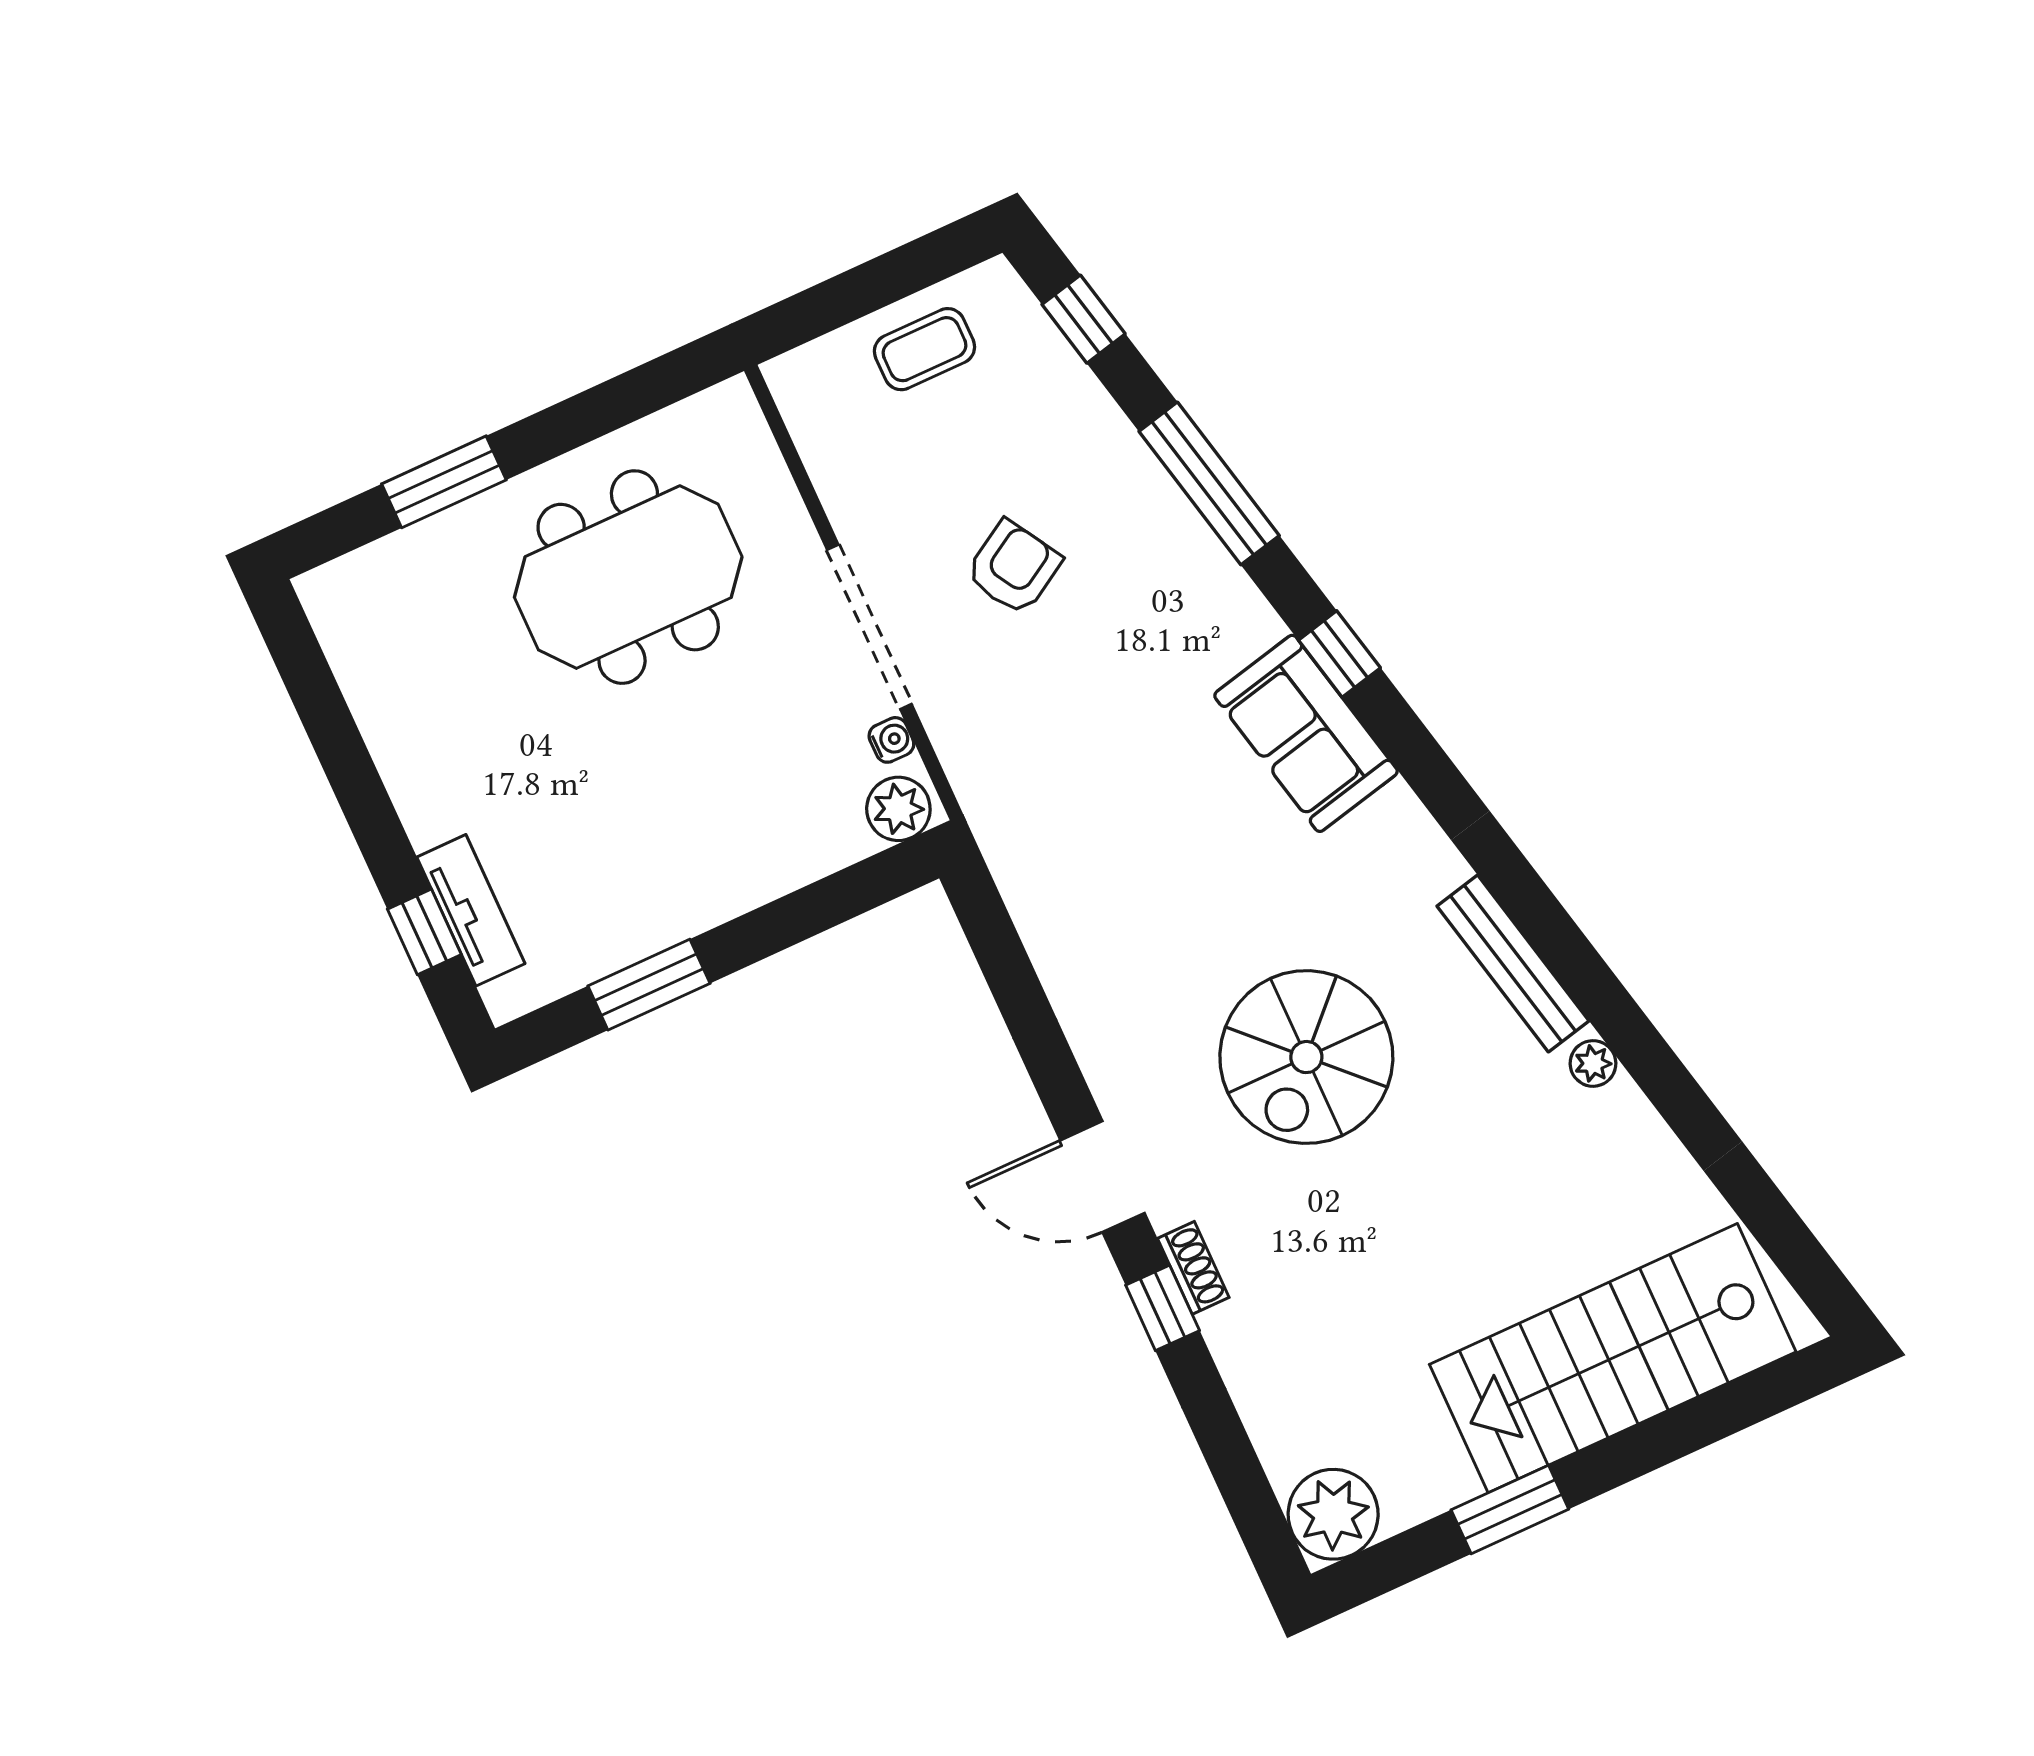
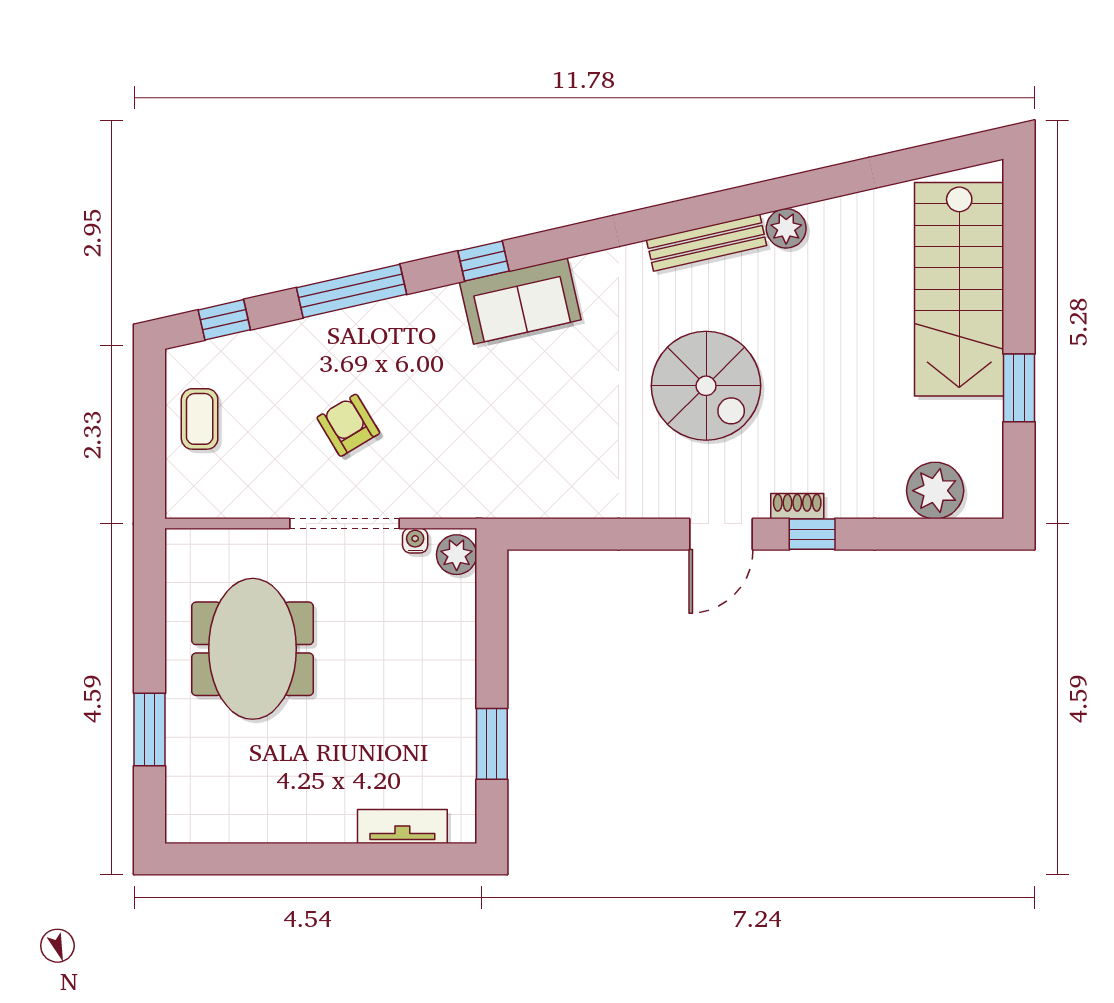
window: (424, 932) -> (403, 859), removed
plant: (1593, 1063) -> (786, 228), width x1.38, depth x1.38
plant: (1333, 1514) -> (935, 491), moved

